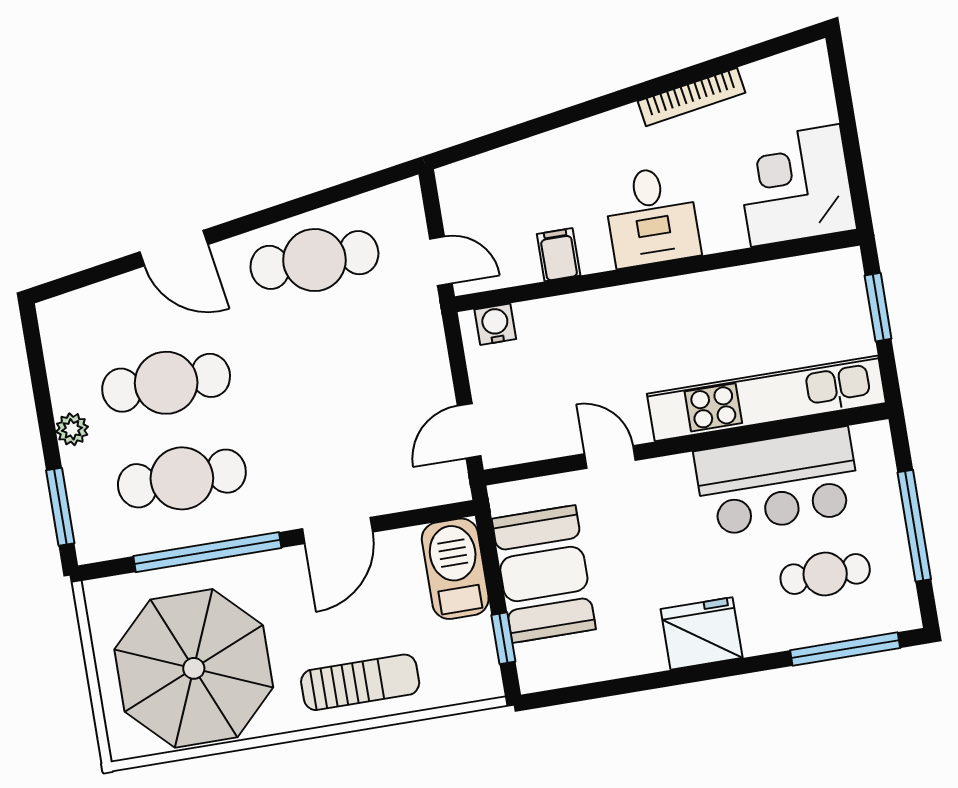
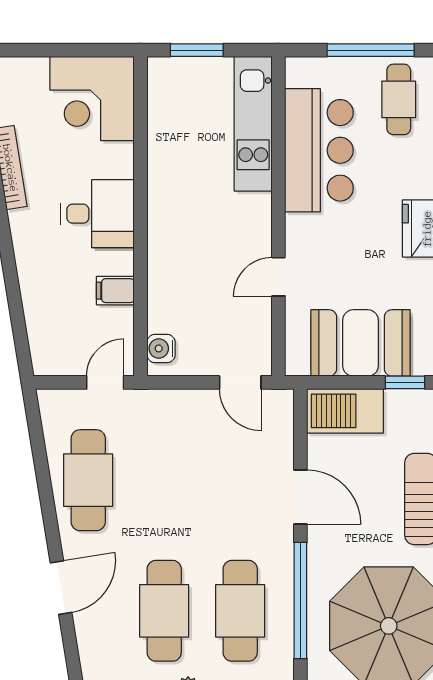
kitchen unit: (766, 398) -> (253, 124), width x0.73
cafe table: (825, 574) -> (399, 99), moved

